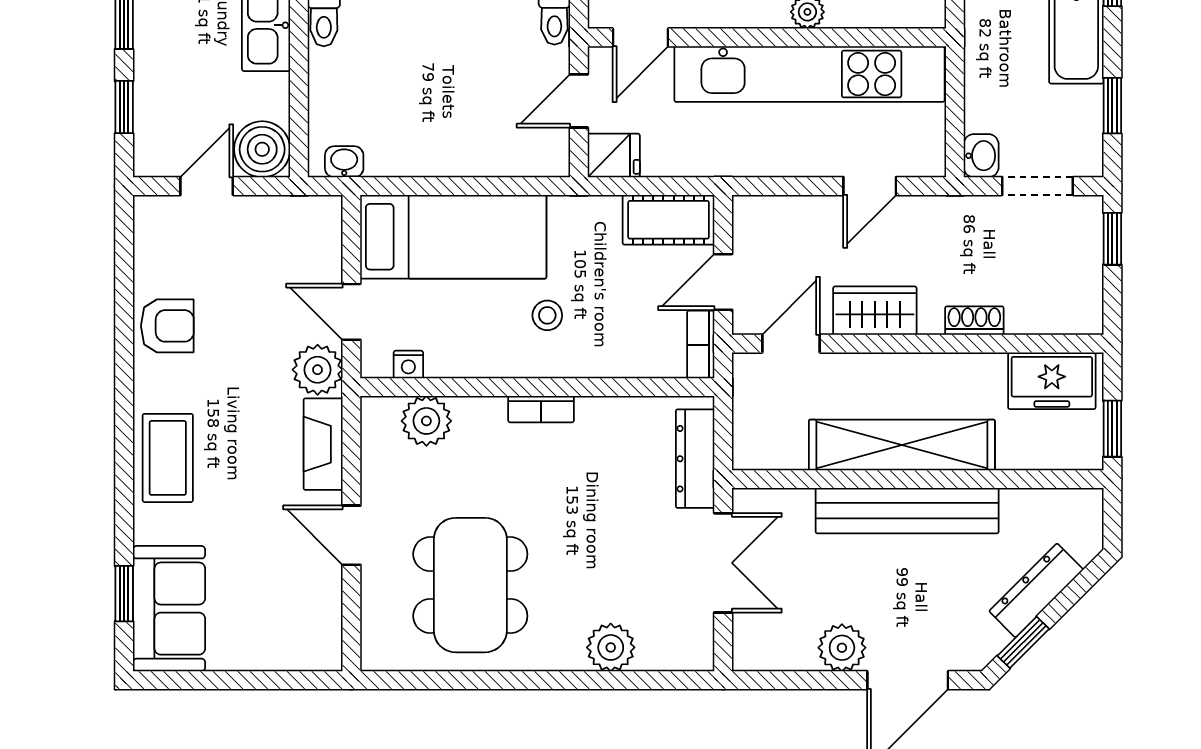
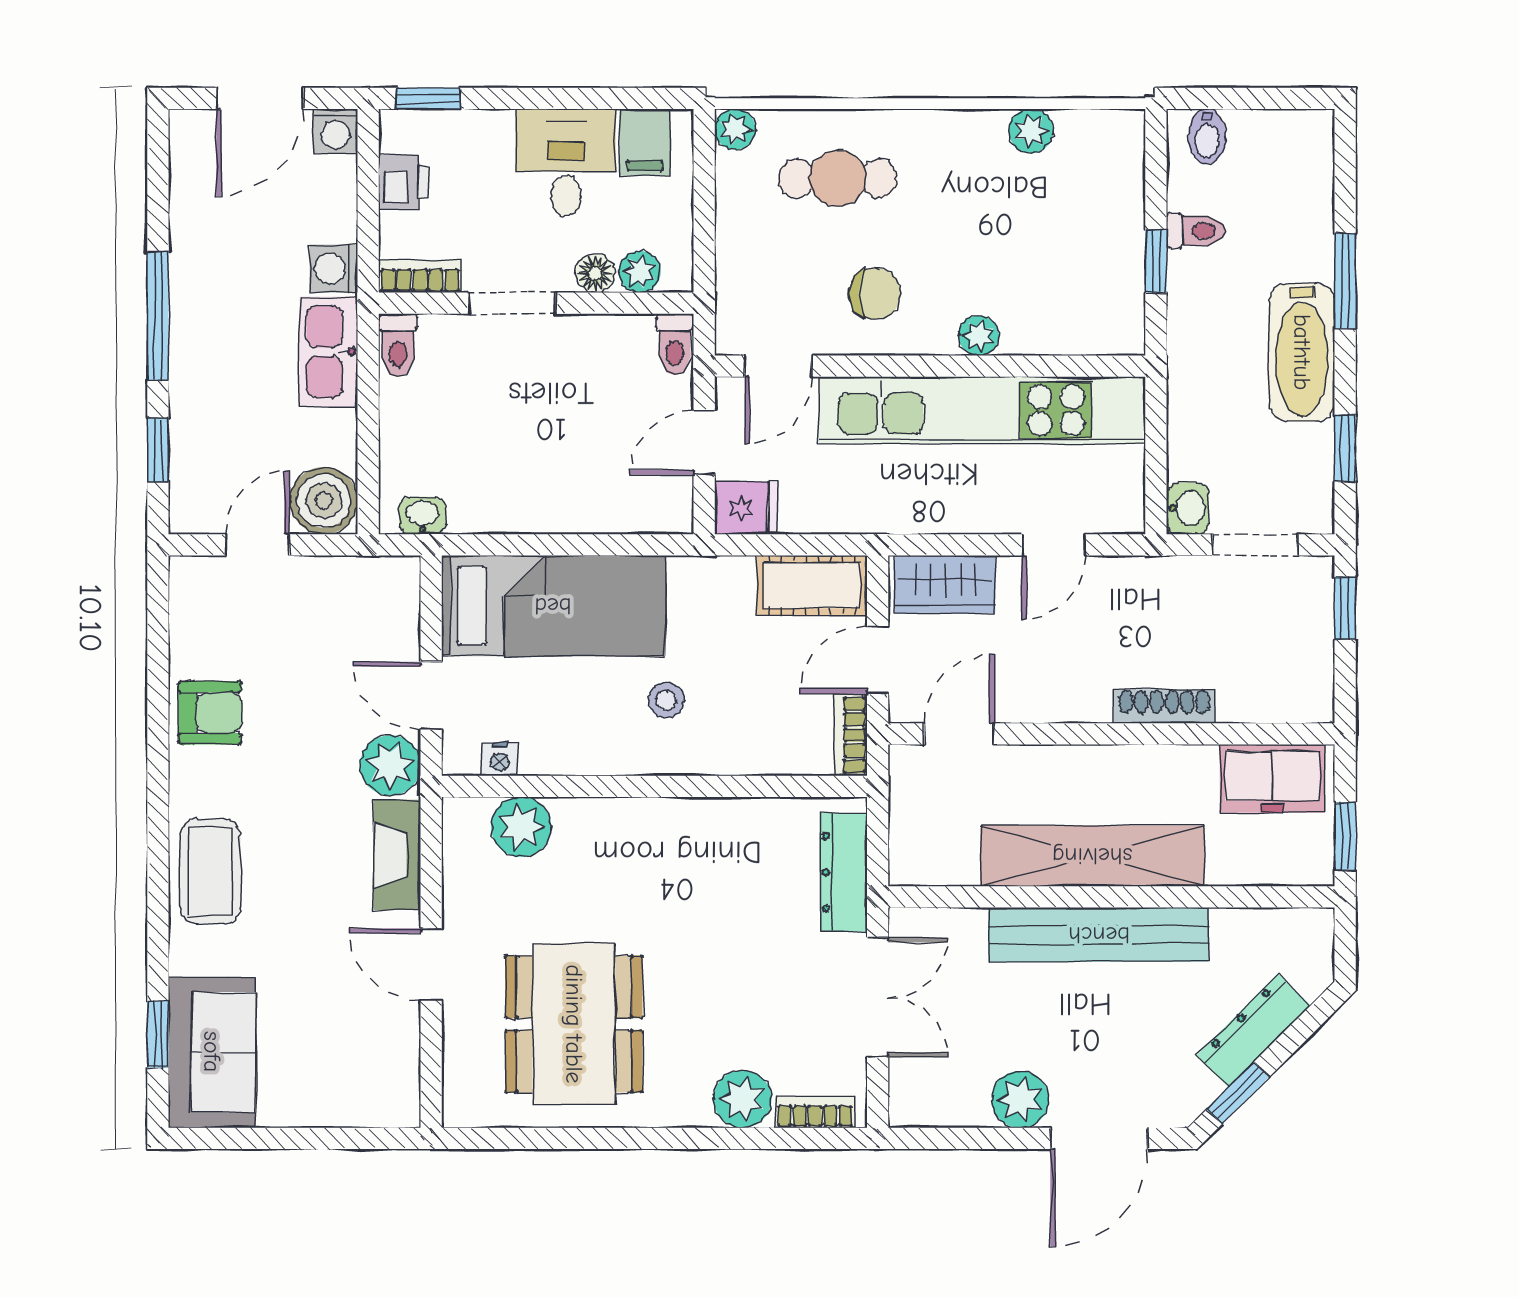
wardrobe: (875, 311) -> (945, 584), moved, turned 180
shoe rack: (974, 321) -> (1164, 706), width x1.43
bookcase: (541, 409) -> (815, 1112), moved, turned 180

